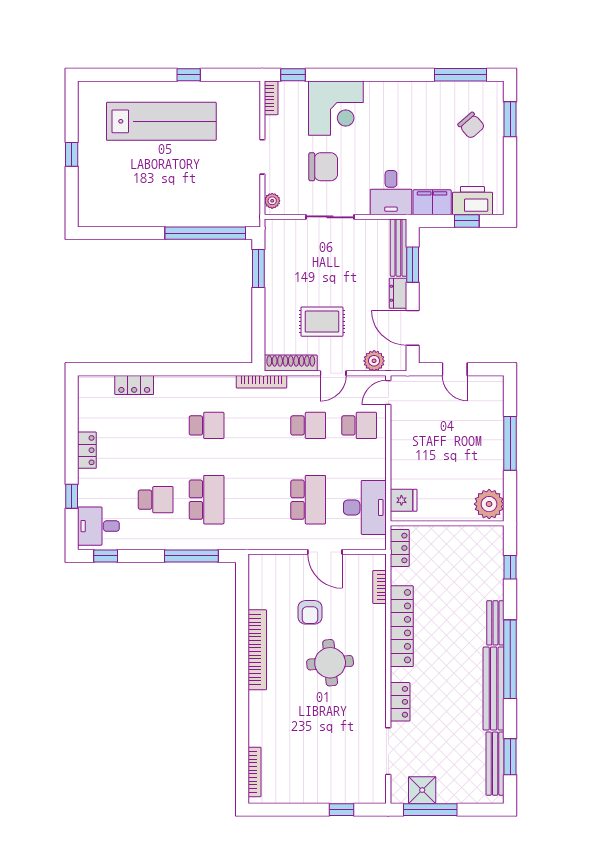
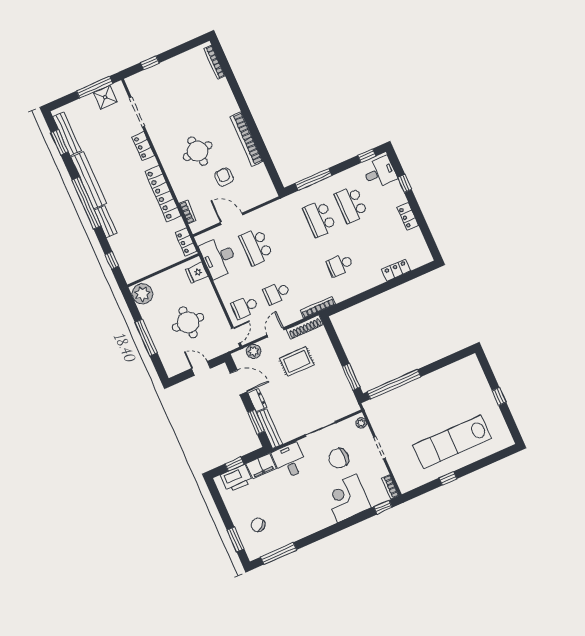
round table: (445, 439) -> (188, 322), added
school desk: (156, 500) -> (351, 205), width x1.85

